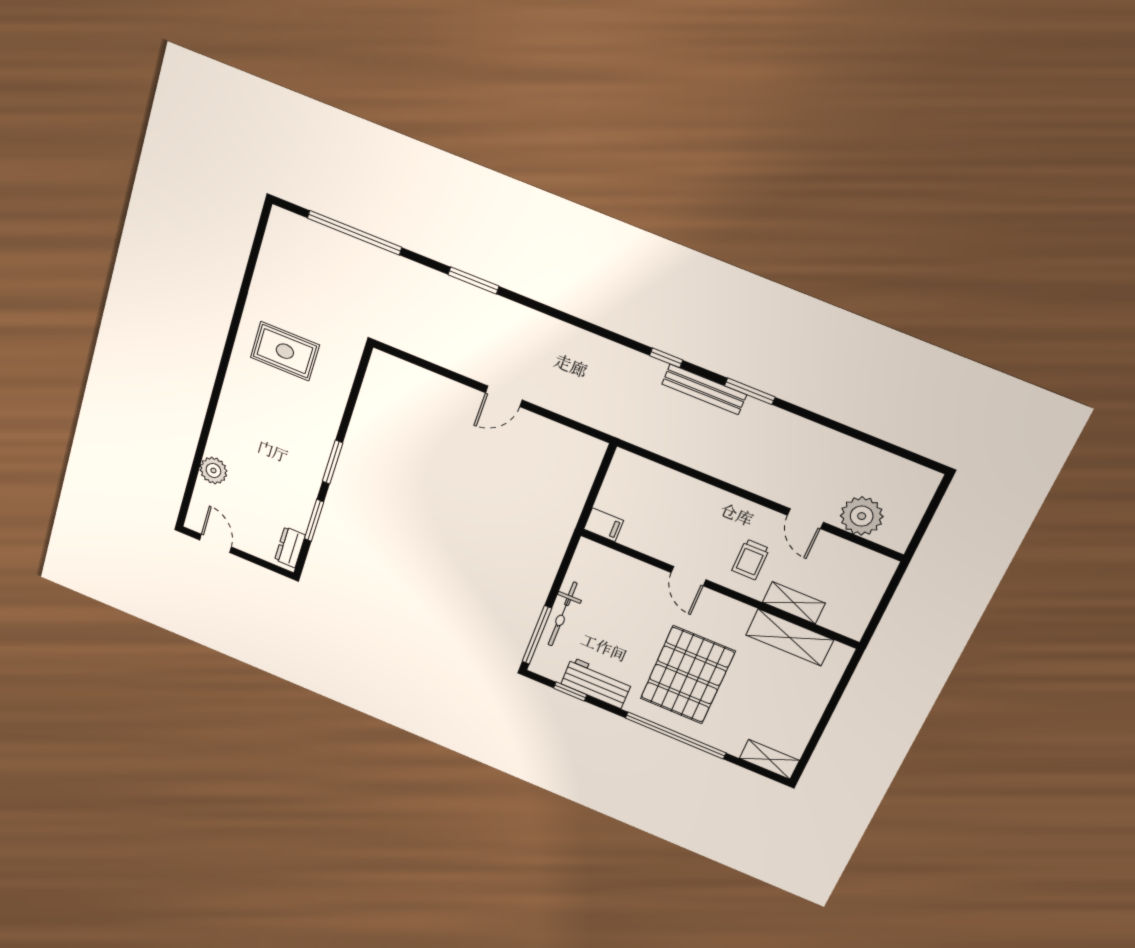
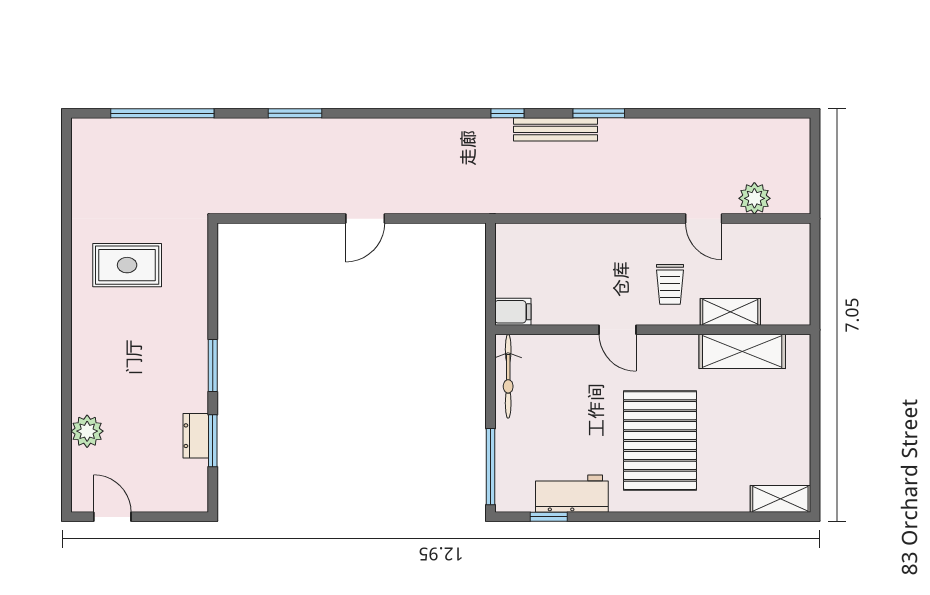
plant: (862, 516) -> (754, 198), width x0.73, depth x0.73
dresser: (290, 547) -> (196, 436), moved
bicycle: (563, 614) -> (508, 376), moved
window: (676, 735) -> (676, 517), removed

